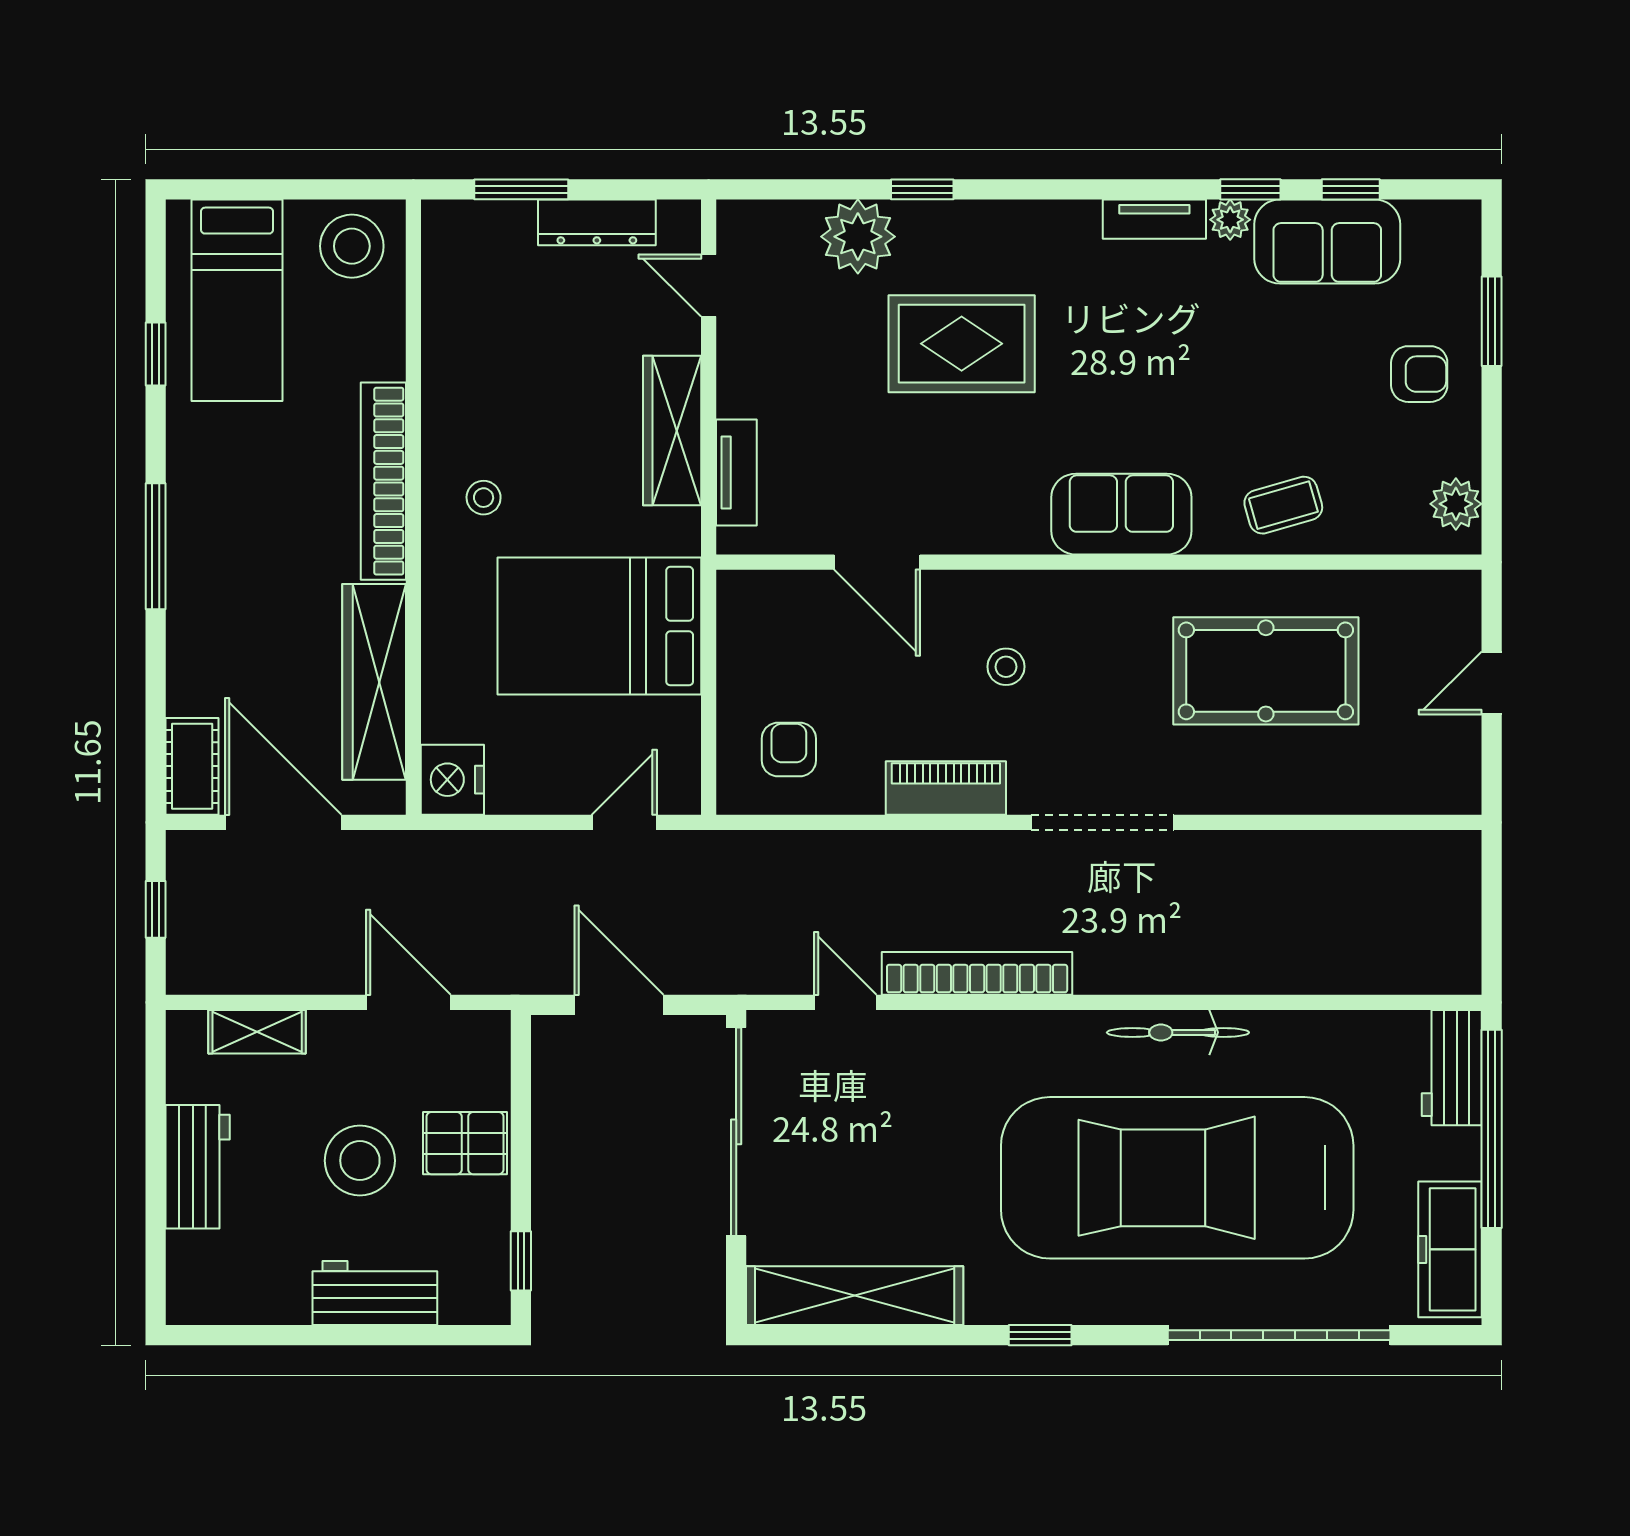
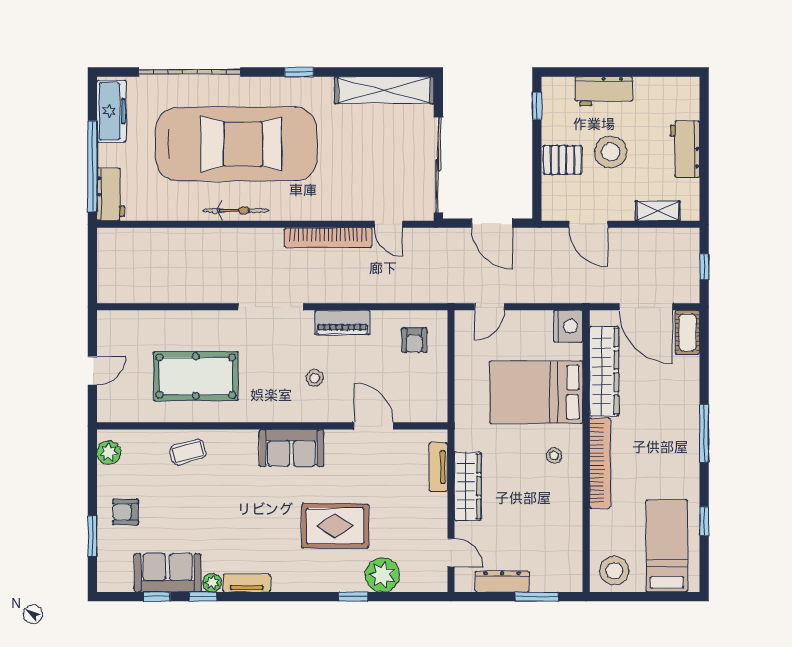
sofa: (1121, 514) -> (292, 448), moved
bed: (599, 626) -> (536, 392), moved, turned 180

